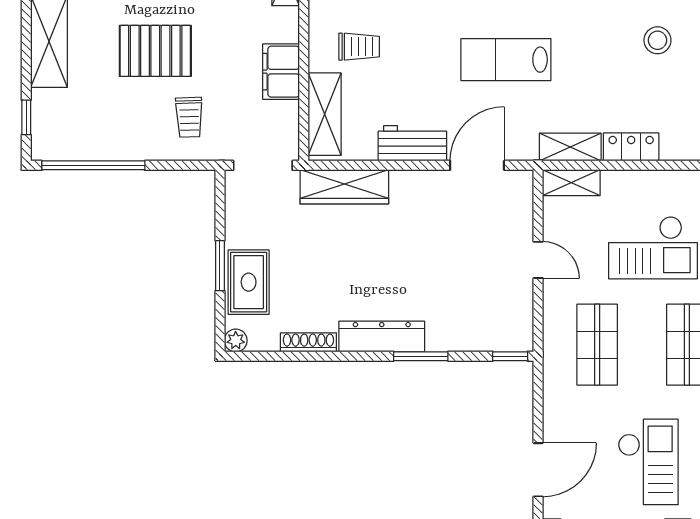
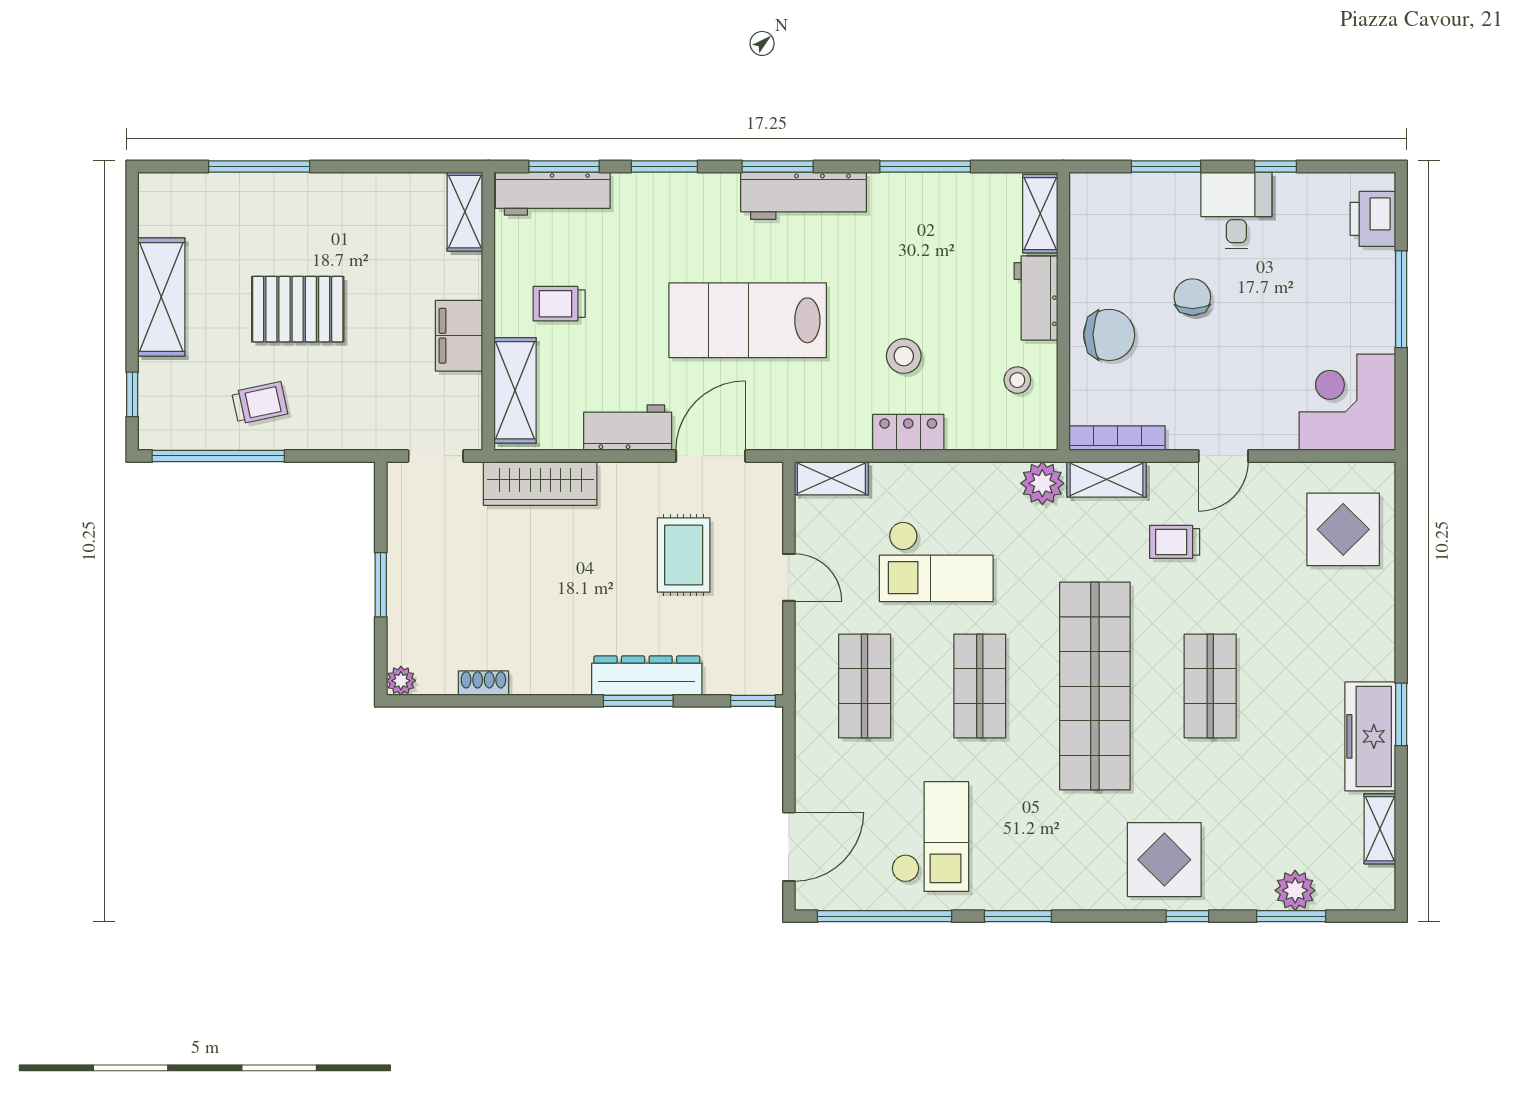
stool: (657, 40) -> (904, 356), moved
trolley: (359, 47) -> (559, 304), turned 180
lab bench: (506, 60) -> (748, 320), width x1.36, depth x1.39
trolley: (189, 117) -> (260, 403), moved, turned -100
shelving: (570, 147) -> (830, 433), removed
doorway: (263, 165) -> (436, 456), width x0.73
rug: (249, 282) -> (684, 555), moved
dresser: (382, 337) -> (647, 676), moved
shoe rack: (308, 342) -> (483, 683), width x0.70

